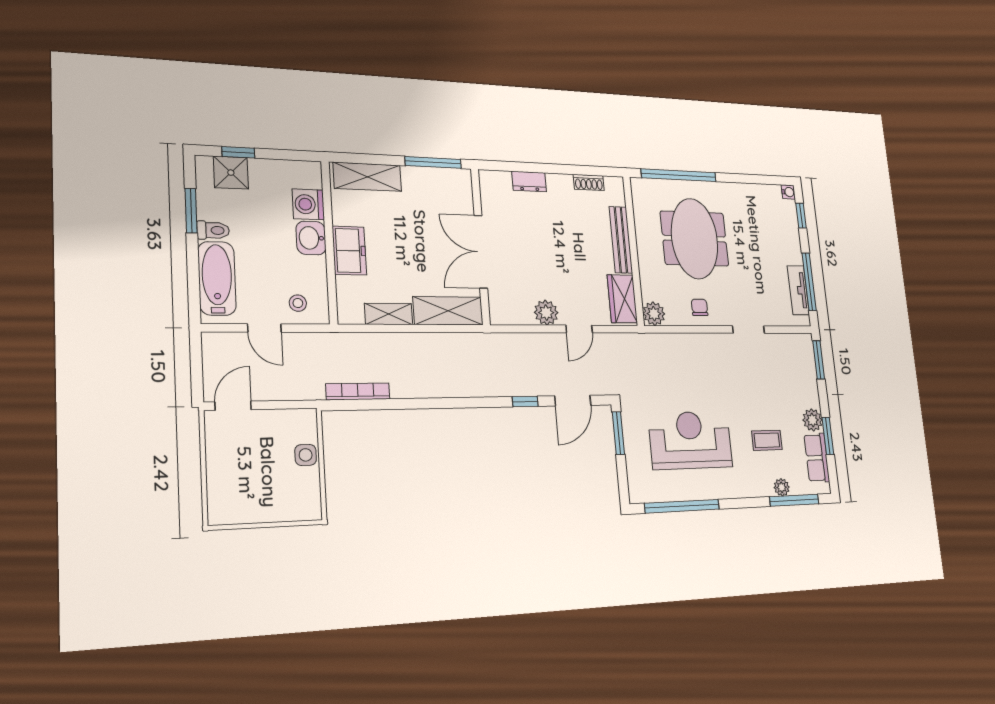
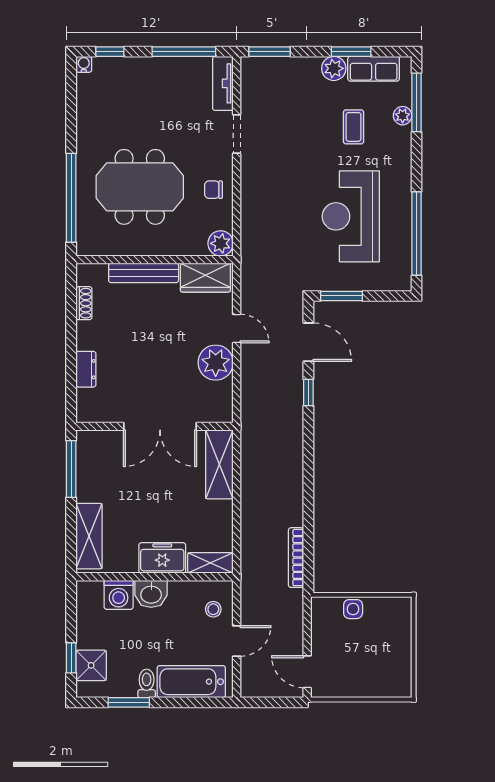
tv unit: (798, 290) -> (223, 83), moved, turned 90
plant: (546, 313) -> (216, 363), width x1.36, depth x1.36
shelving: (389, 314) -> (210, 563), moved, turned 90

